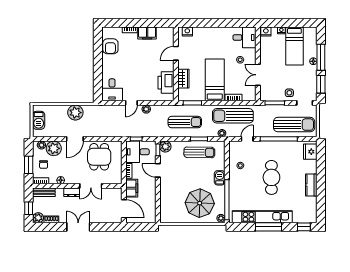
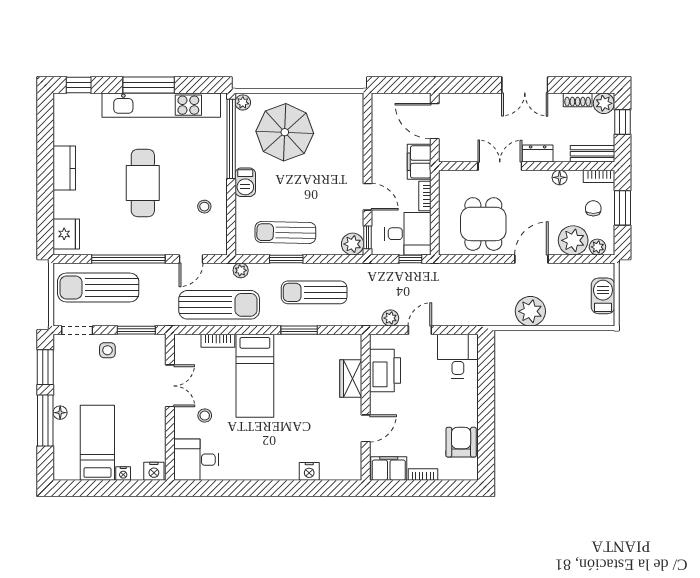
door: (176, 53) -> (366, 428), moved
wall: (176, 64) -> (366, 407), moved
wardrobe: (183, 79) -> (351, 378), moved
printer: (166, 83) -> (385, 370), moved

